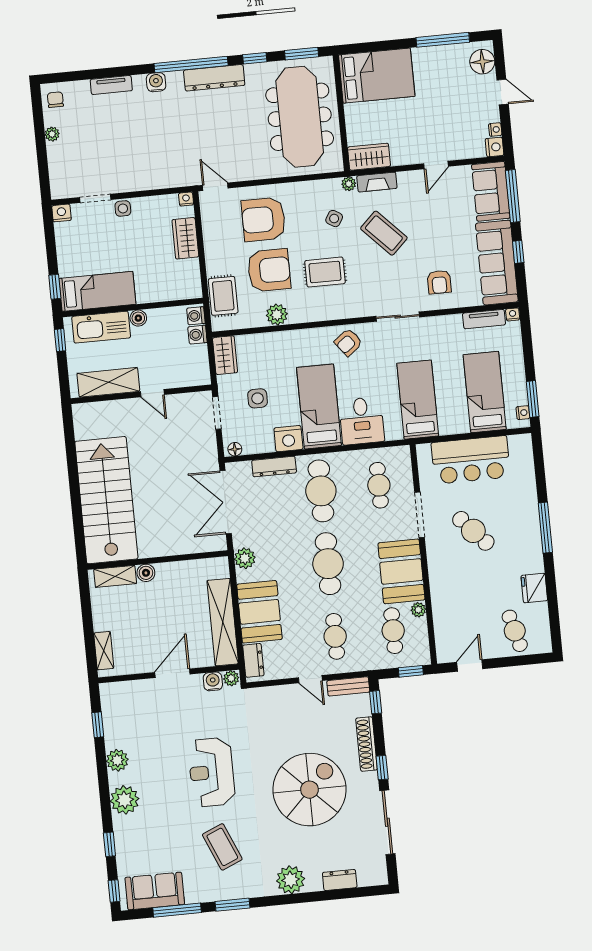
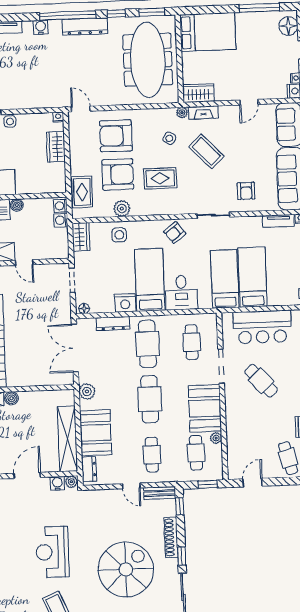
bed: (485, 392) -> (252, 277), moved
side table: (258, 398) -> (119, 235), moved

